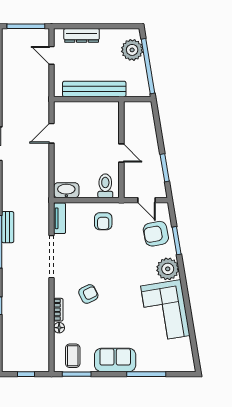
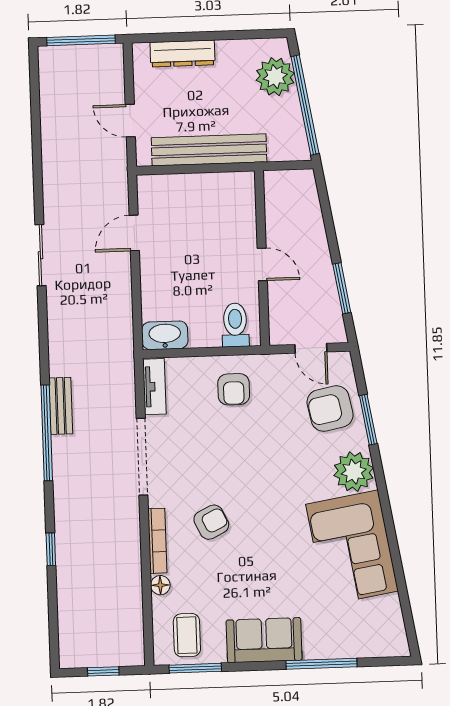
door: (51, 55) -> (130, 121), moved
bookcase: (58, 310) -> (157, 541), width x1.56

